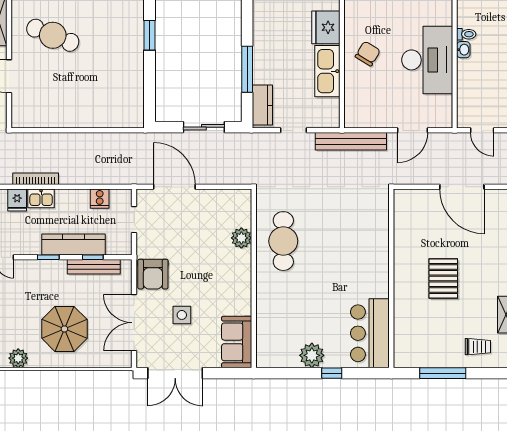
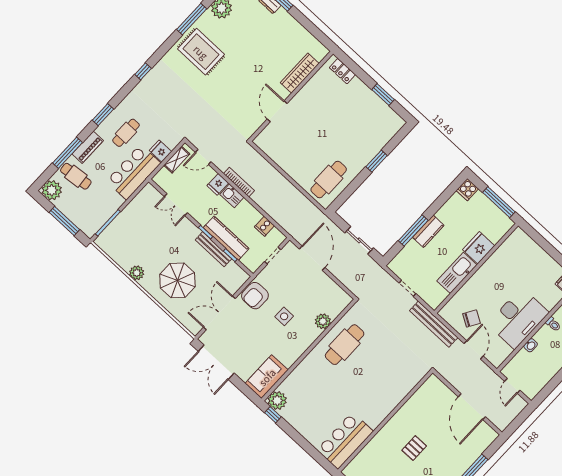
cafe table: (53, 35) -> (329, 180), moved, turned 68
washbasin: (463, 50) -> (531, 345), moved
chair: (368, 54) -> (472, 318), moved
kitchen counter: (262, 105) -> (428, 231), moved
door: (412, 130) -> (474, 350), swing flipped
bench: (94, 267) -> (213, 249), moved
pallet: (443, 279) -> (414, 448), width x0.67, depth x0.71
side table: (182, 315) -> (284, 316), moved
plant: (312, 355) -> (277, 401), moved
window: (332, 373) -> (273, 415), moved

